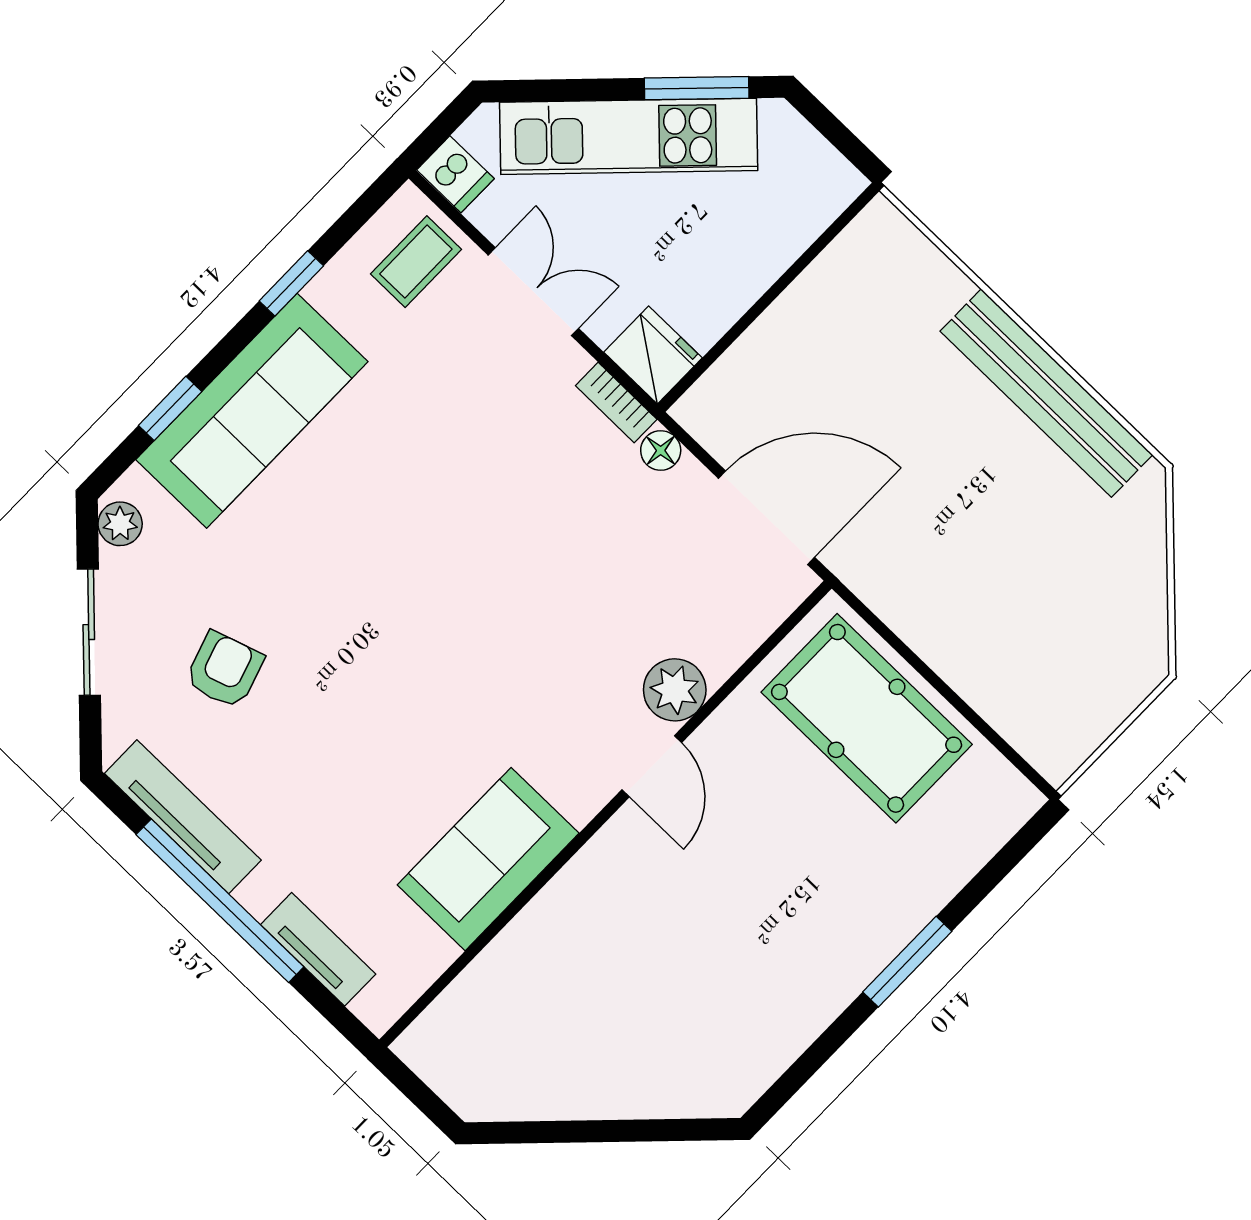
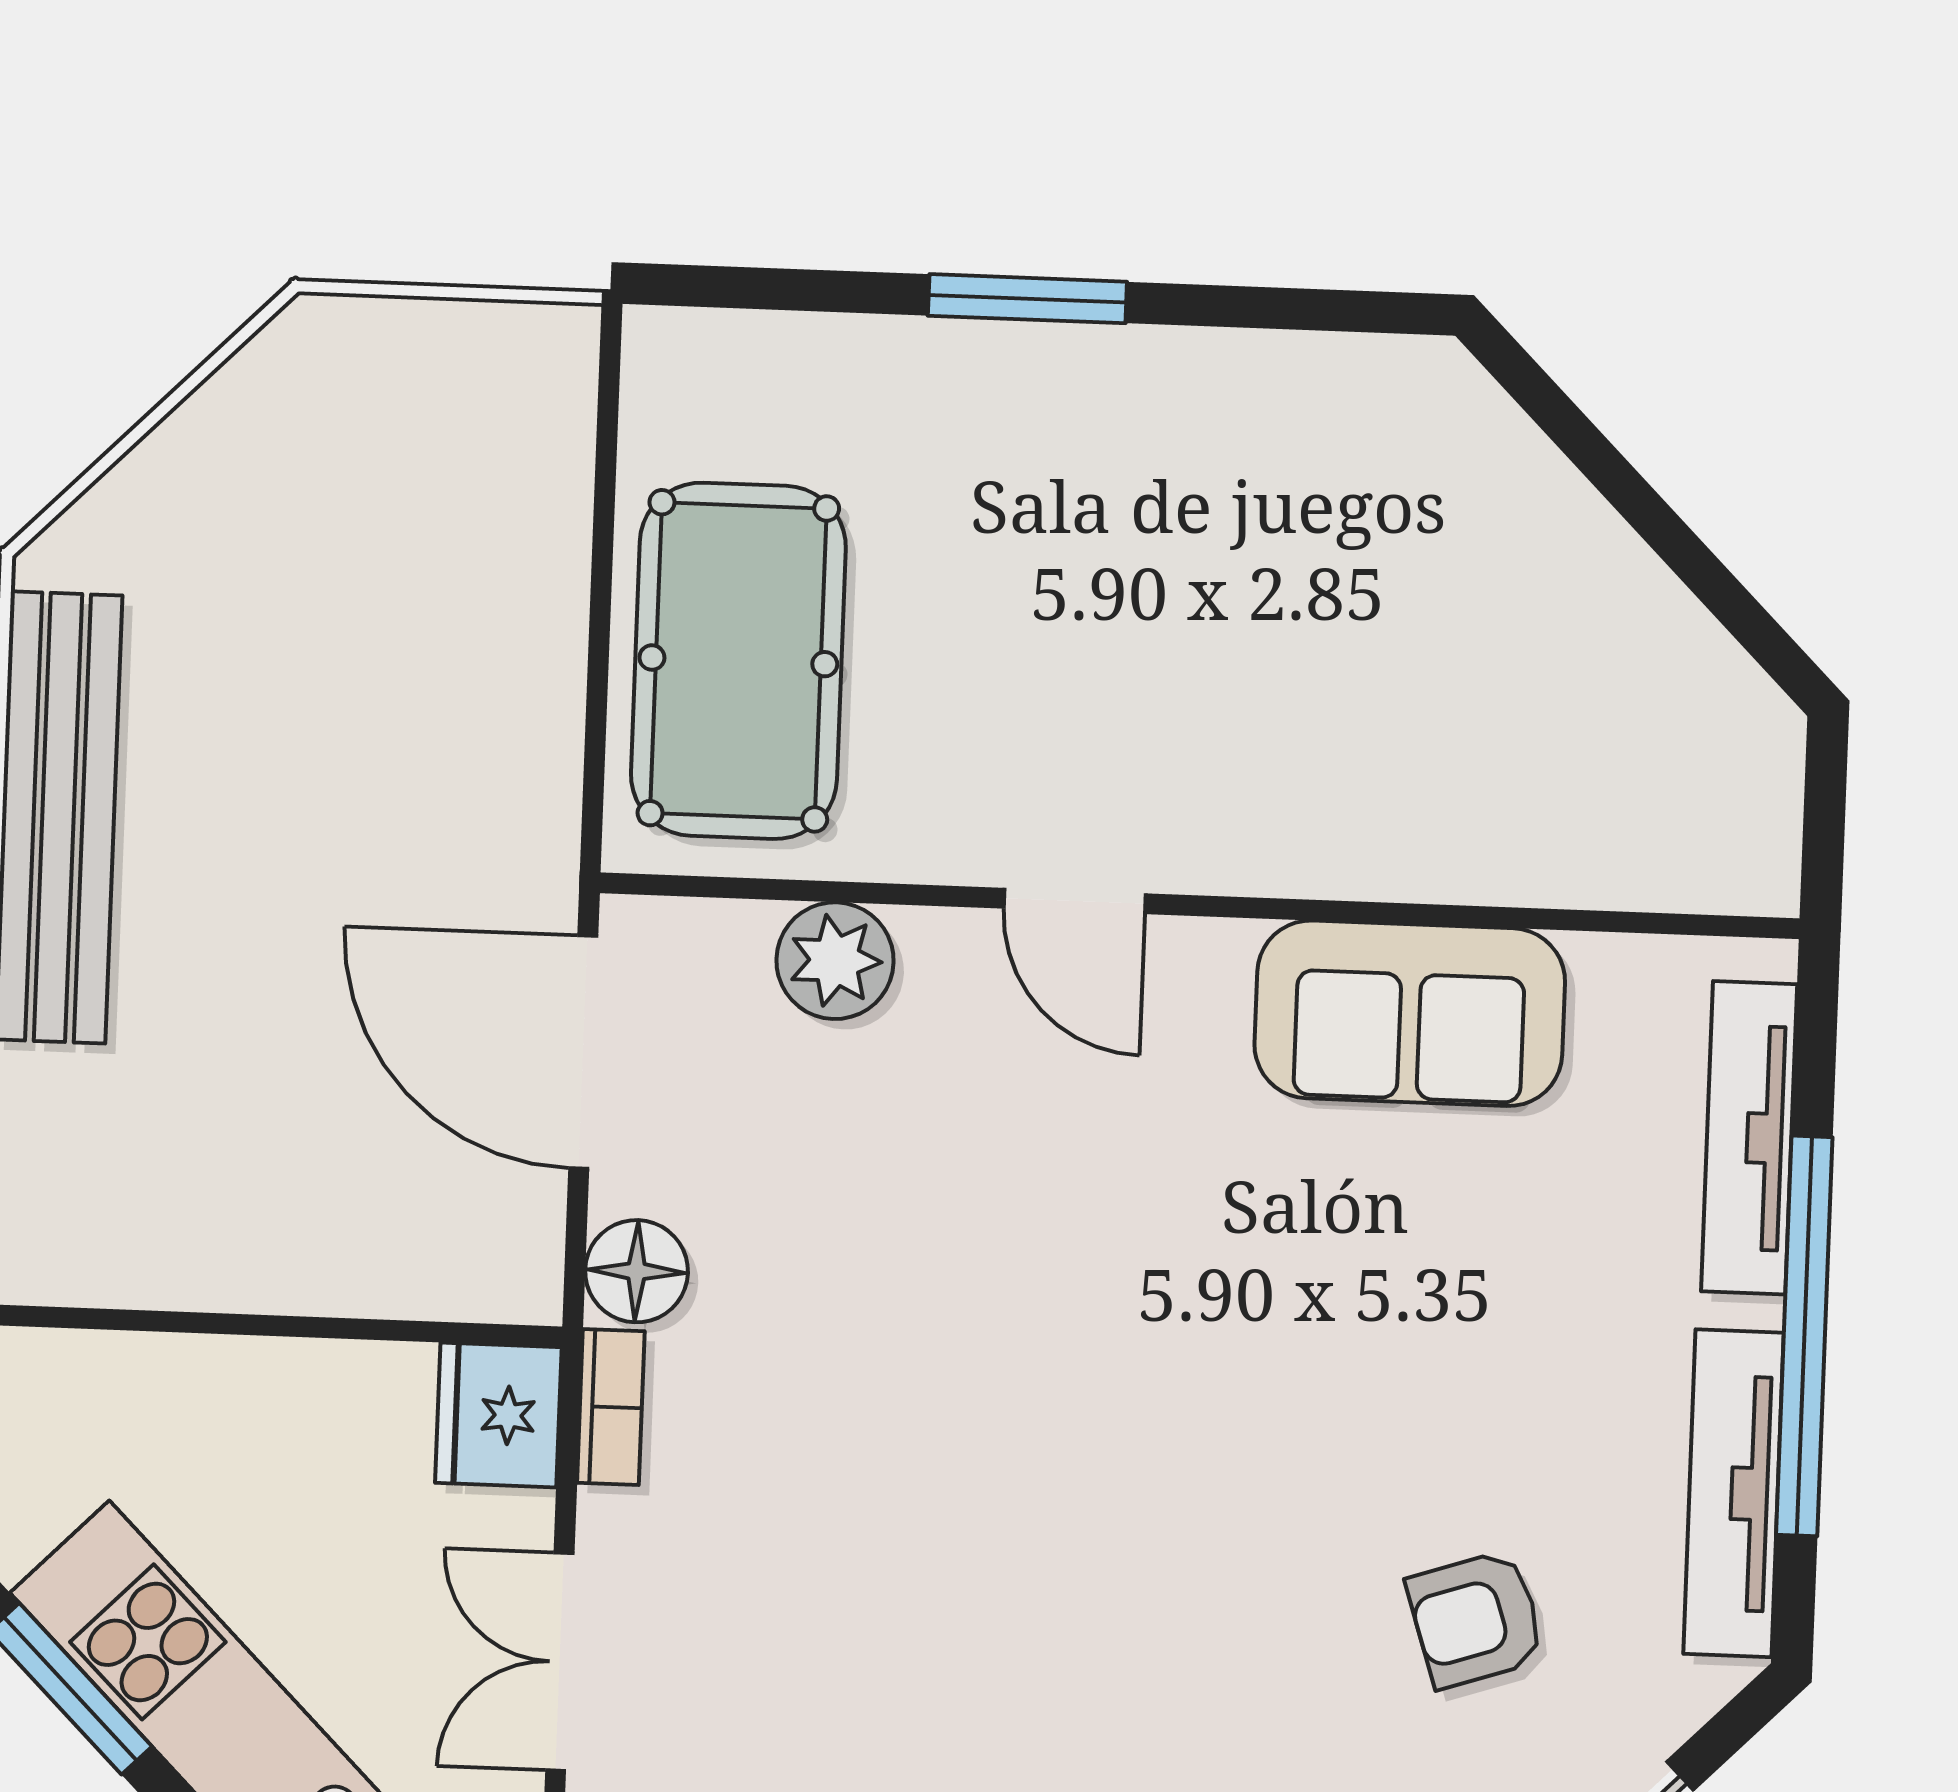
floor lamp: (661, 450) -> (637, 1271), width x1.37, depth x1.37
plant: (675, 690) -> (835, 961), moved
door: (652, 766) -> (1075, 901), swing flipped
tv unit: (318, 949) -> (1749, 1138), width x1.41

